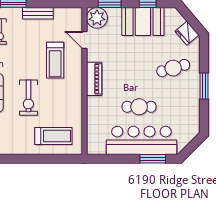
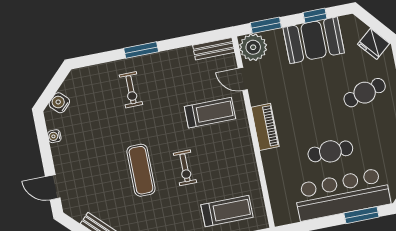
bench: (38, 13) -> (214, 49), moved
treadmill: (55, 60) -> (210, 113), turned -90
exercise bike: (28, 98) -> (185, 168), width x0.73, depth x0.72

